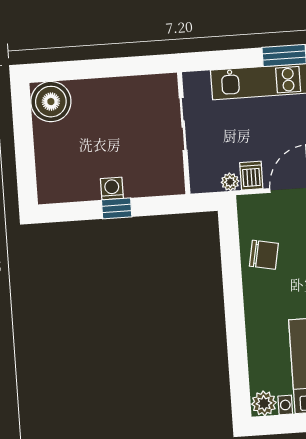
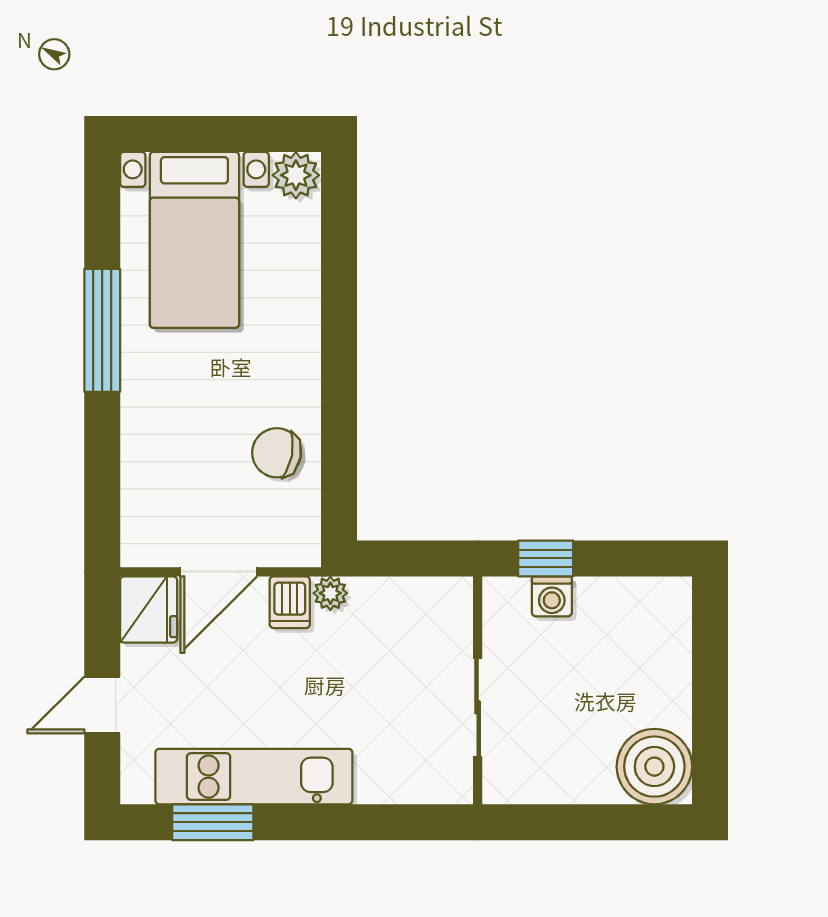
sliding door: (183, 124) -> (478, 707), moved
wall: (184, 133) -> (478, 690), moved

